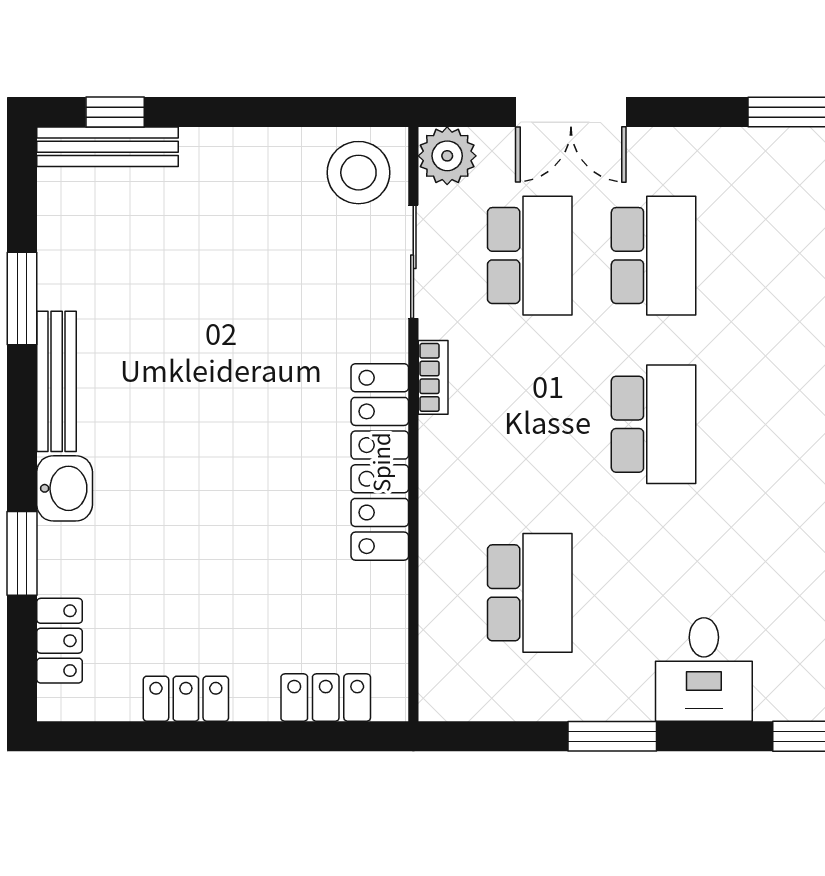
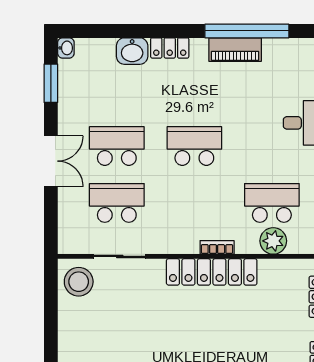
double door: (571, 112) -> (51, 161), moved
plant: (447, 156) -> (273, 241), moved
bookcase: (433, 377) -> (217, 247), moved

